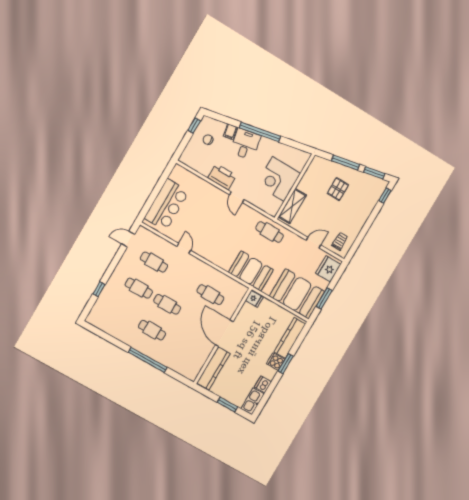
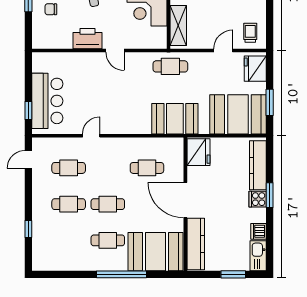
window: (149, 204) -> (28, 111), added
door: (184, 248) -> (91, 136), hinge flipped
fridge: (254, 299) -> (198, 152), width x1.88, depth x1.34
booth: (182, 358) -> (156, 252), added

